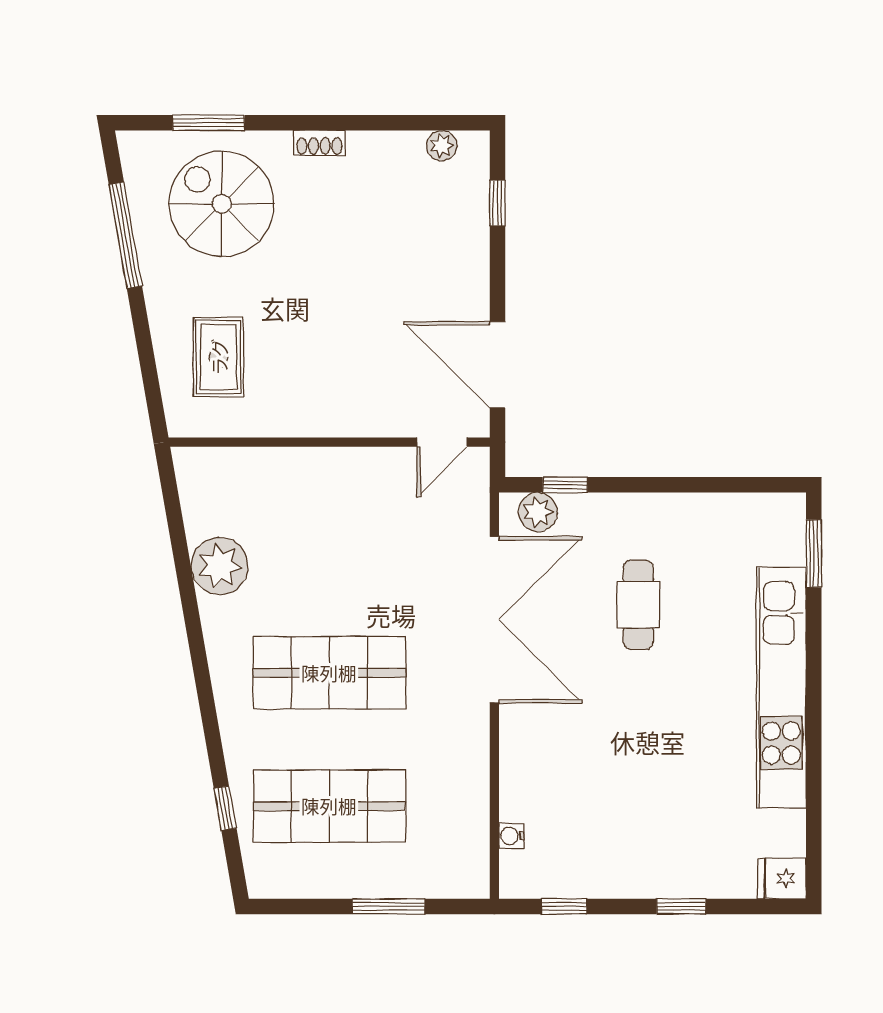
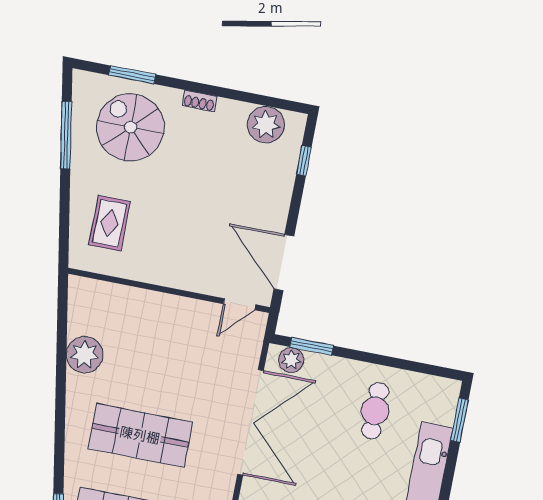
plant: (442, 146) -> (266, 125), width x1.88, depth x1.88
window: (565, 485) -> (312, 346), width x1.50
cafe table: (638, 605) -> (375, 411), moved

